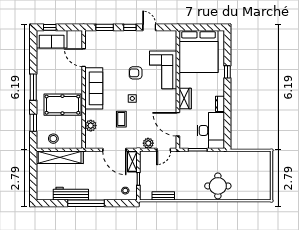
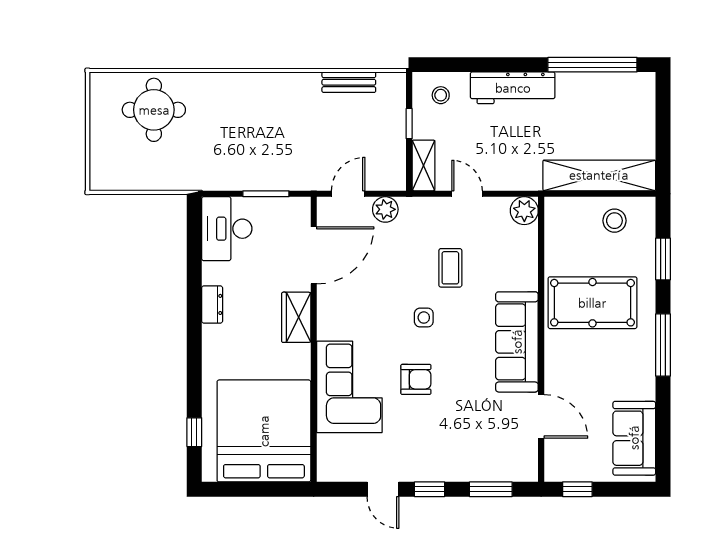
window: (50, 27) -> (577, 489), moved
sofa: (52, 39) -> (634, 438), moved, turned -90
window: (227, 72) -> (194, 432), moved
door: (178, 124) -> (314, 255), hinge flipped
plant: (91, 126) -> (524, 211), moved
desk: (211, 130) -> (227, 229), width x0.73, depth x0.77
door: (114, 150) -> (467, 194), width x0.53
round table: (218, 186) -> (154, 110), moved
workbench: (71, 194) -> (513, 88), moved
window: (86, 203) -> (592, 65), moved

